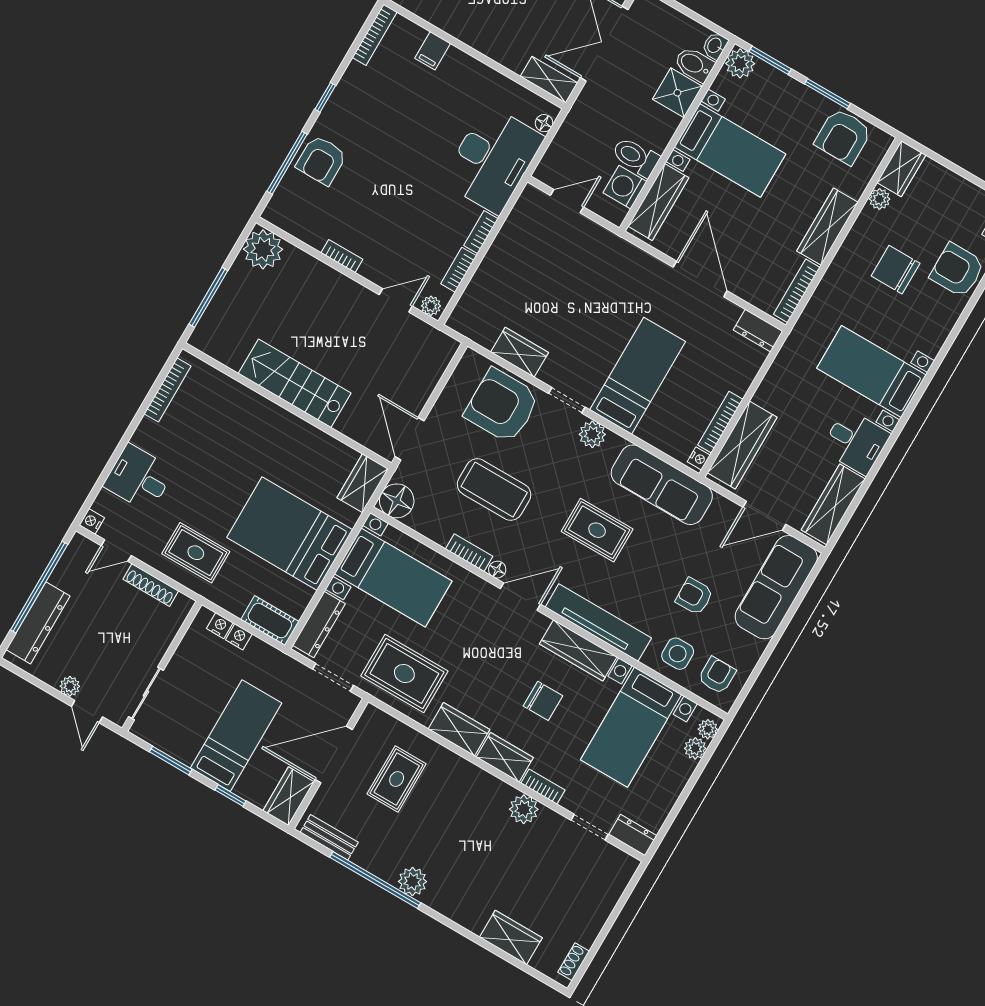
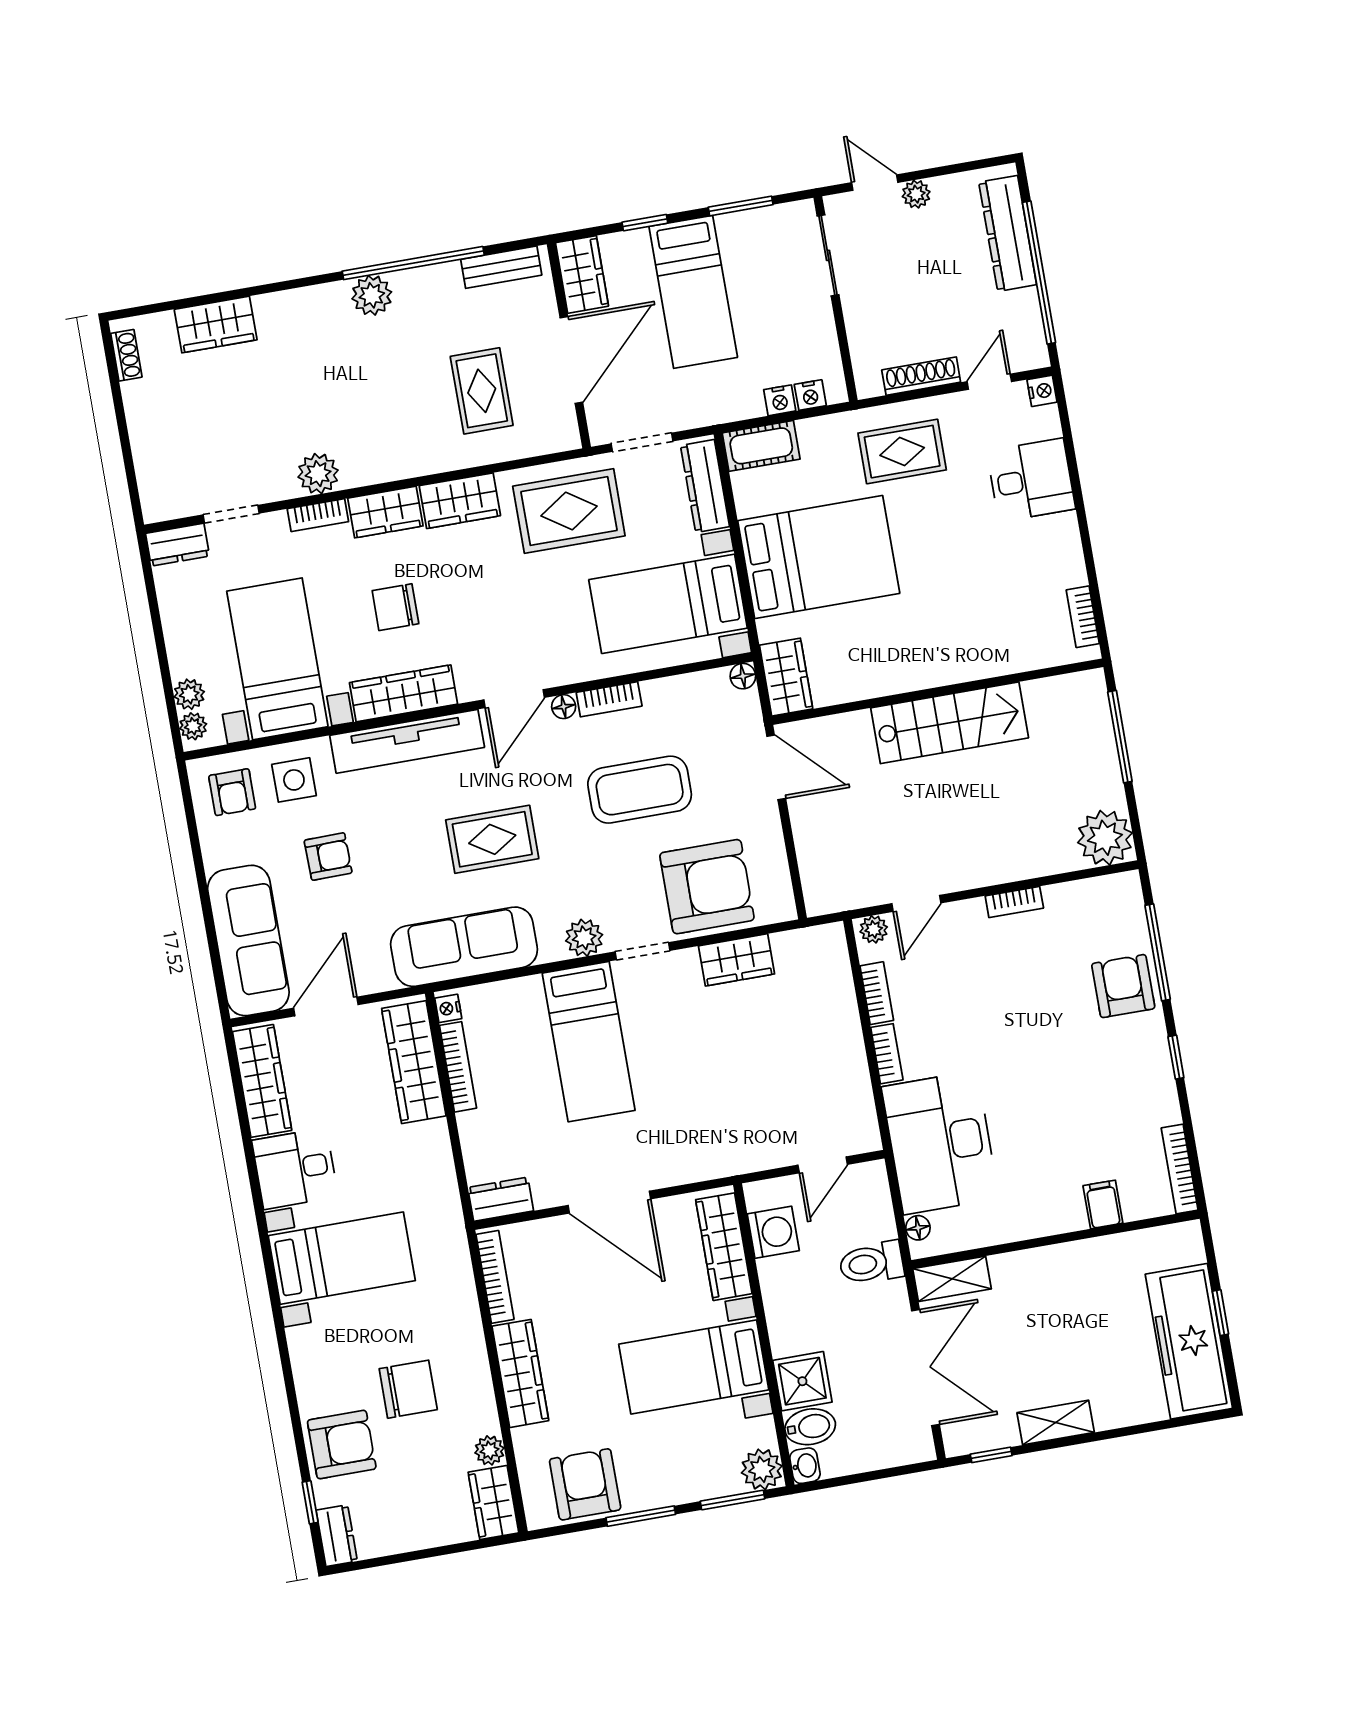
toilet: (636, 157) -> (871, 1263), moved, turned 180
bookcase: (168, 390) -> (1083, 617), width x0.64
floor lamp: (397, 501) -> (743, 676), width x0.53, depth x0.53

